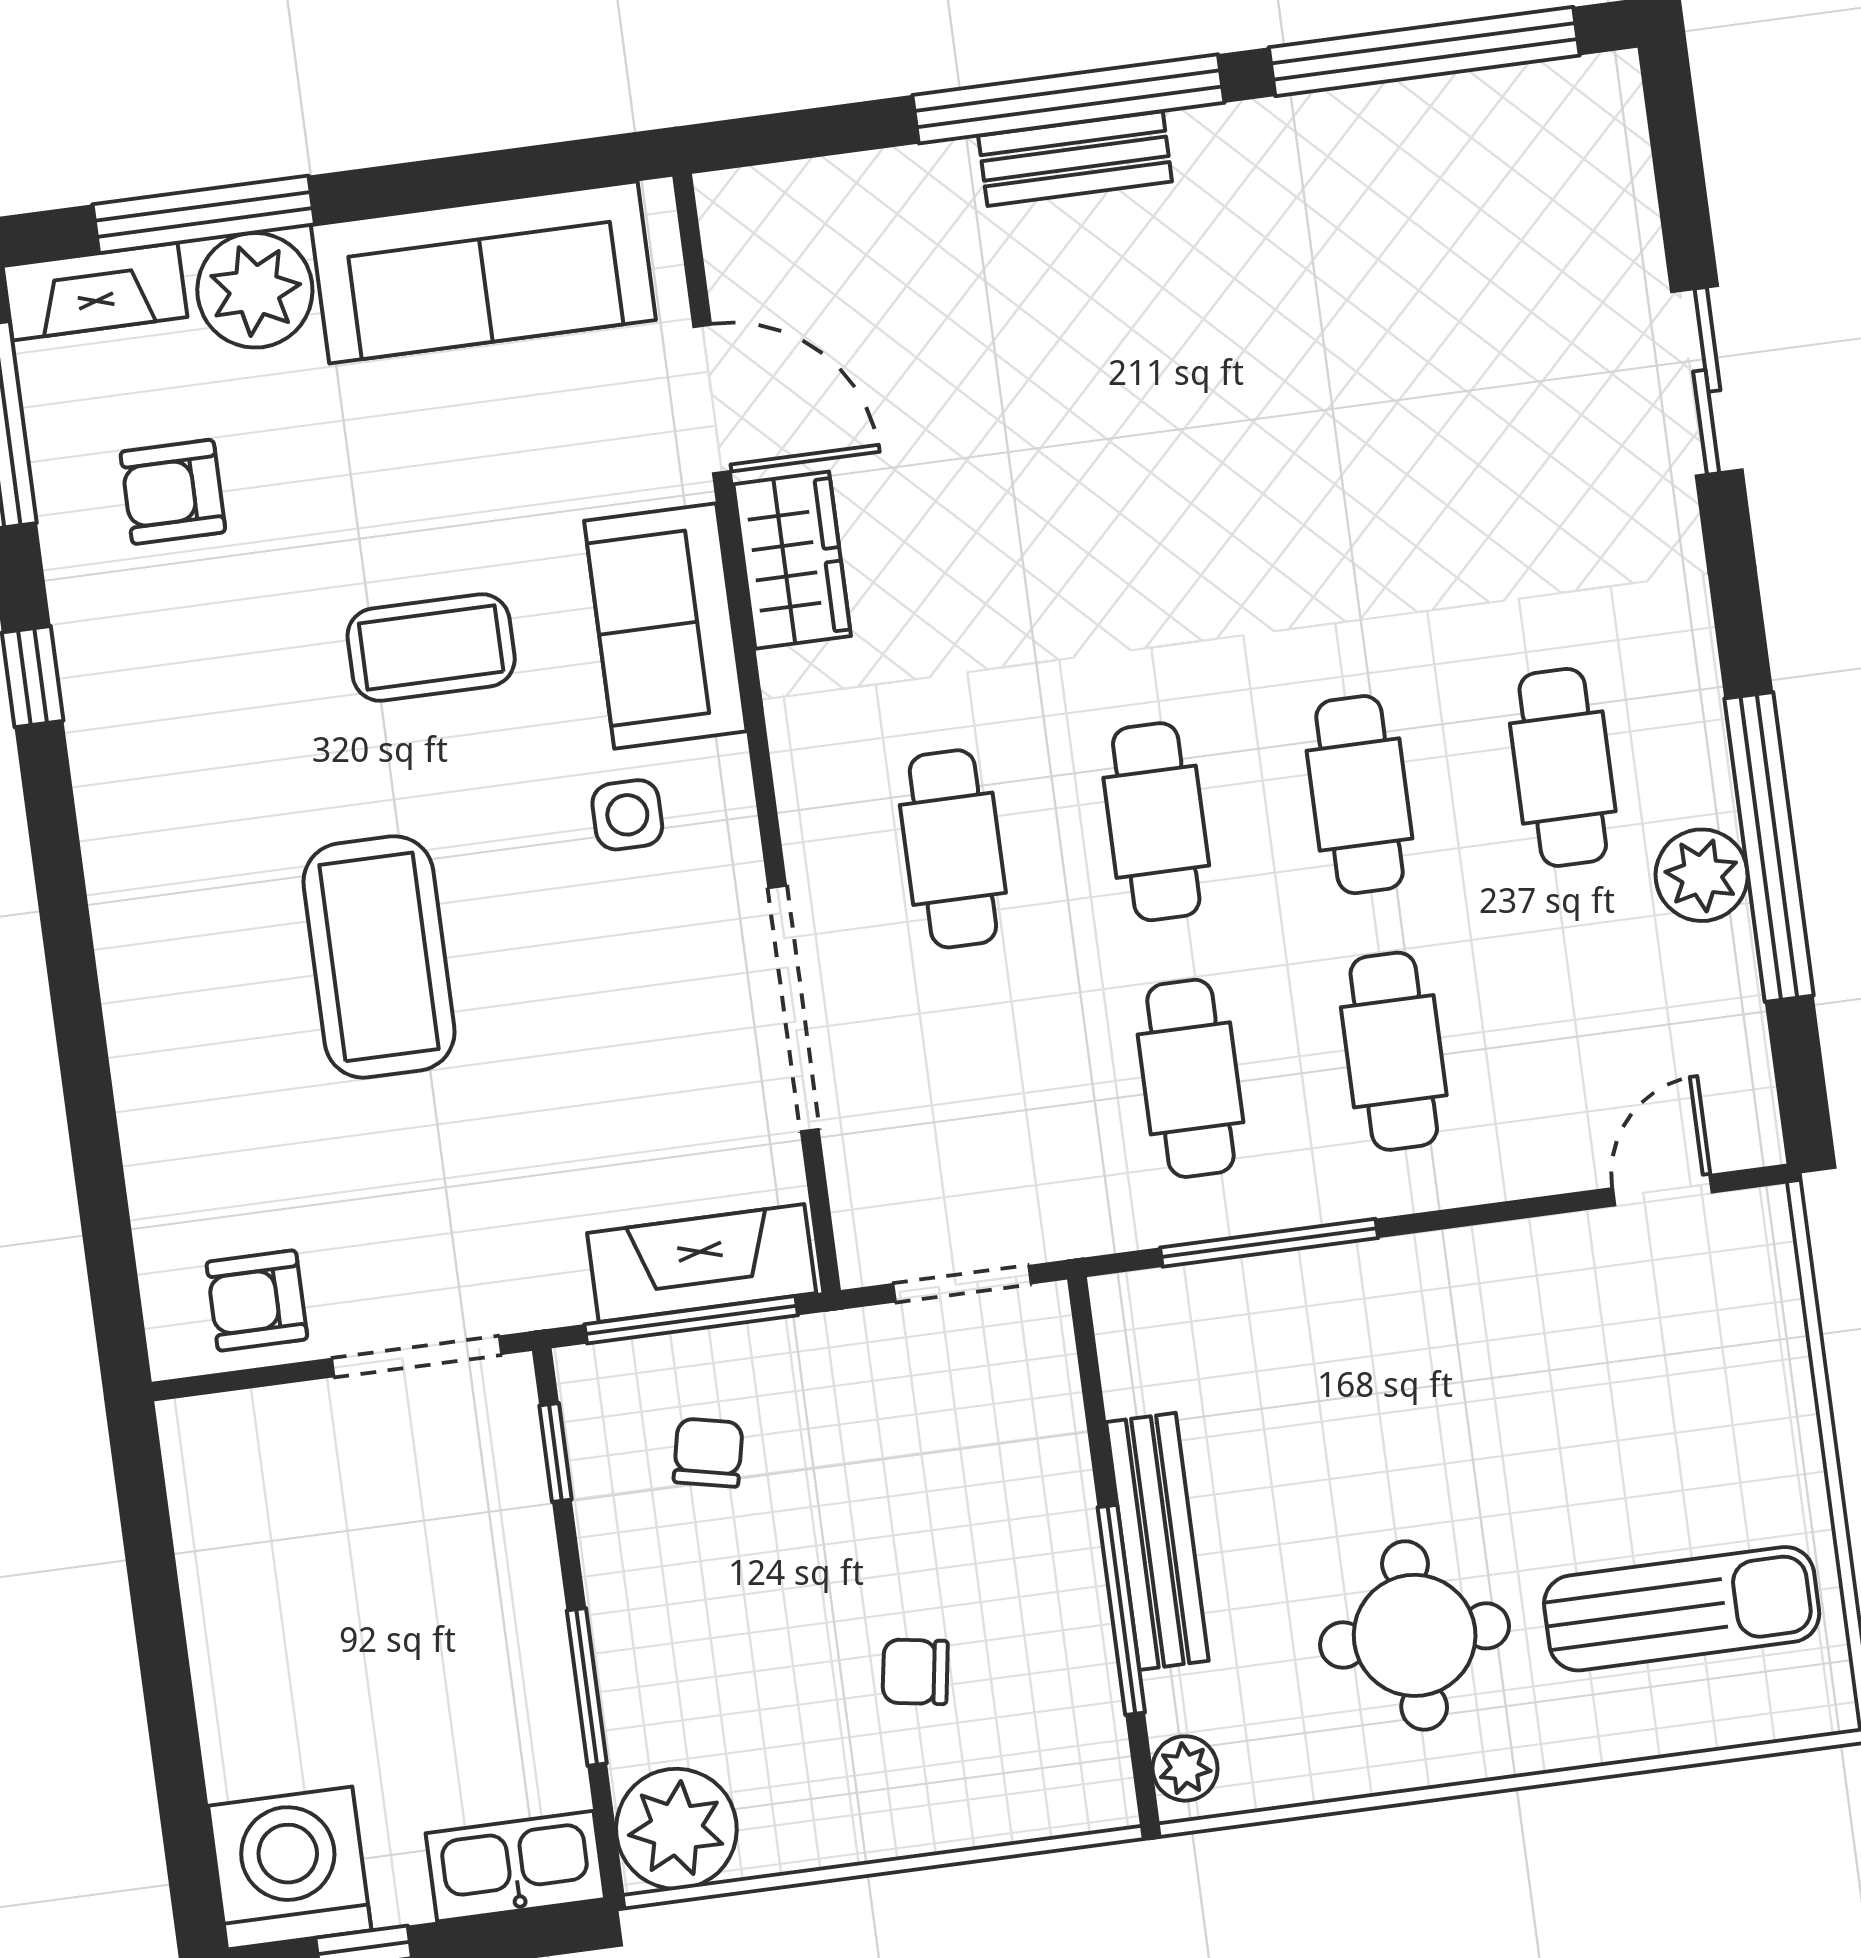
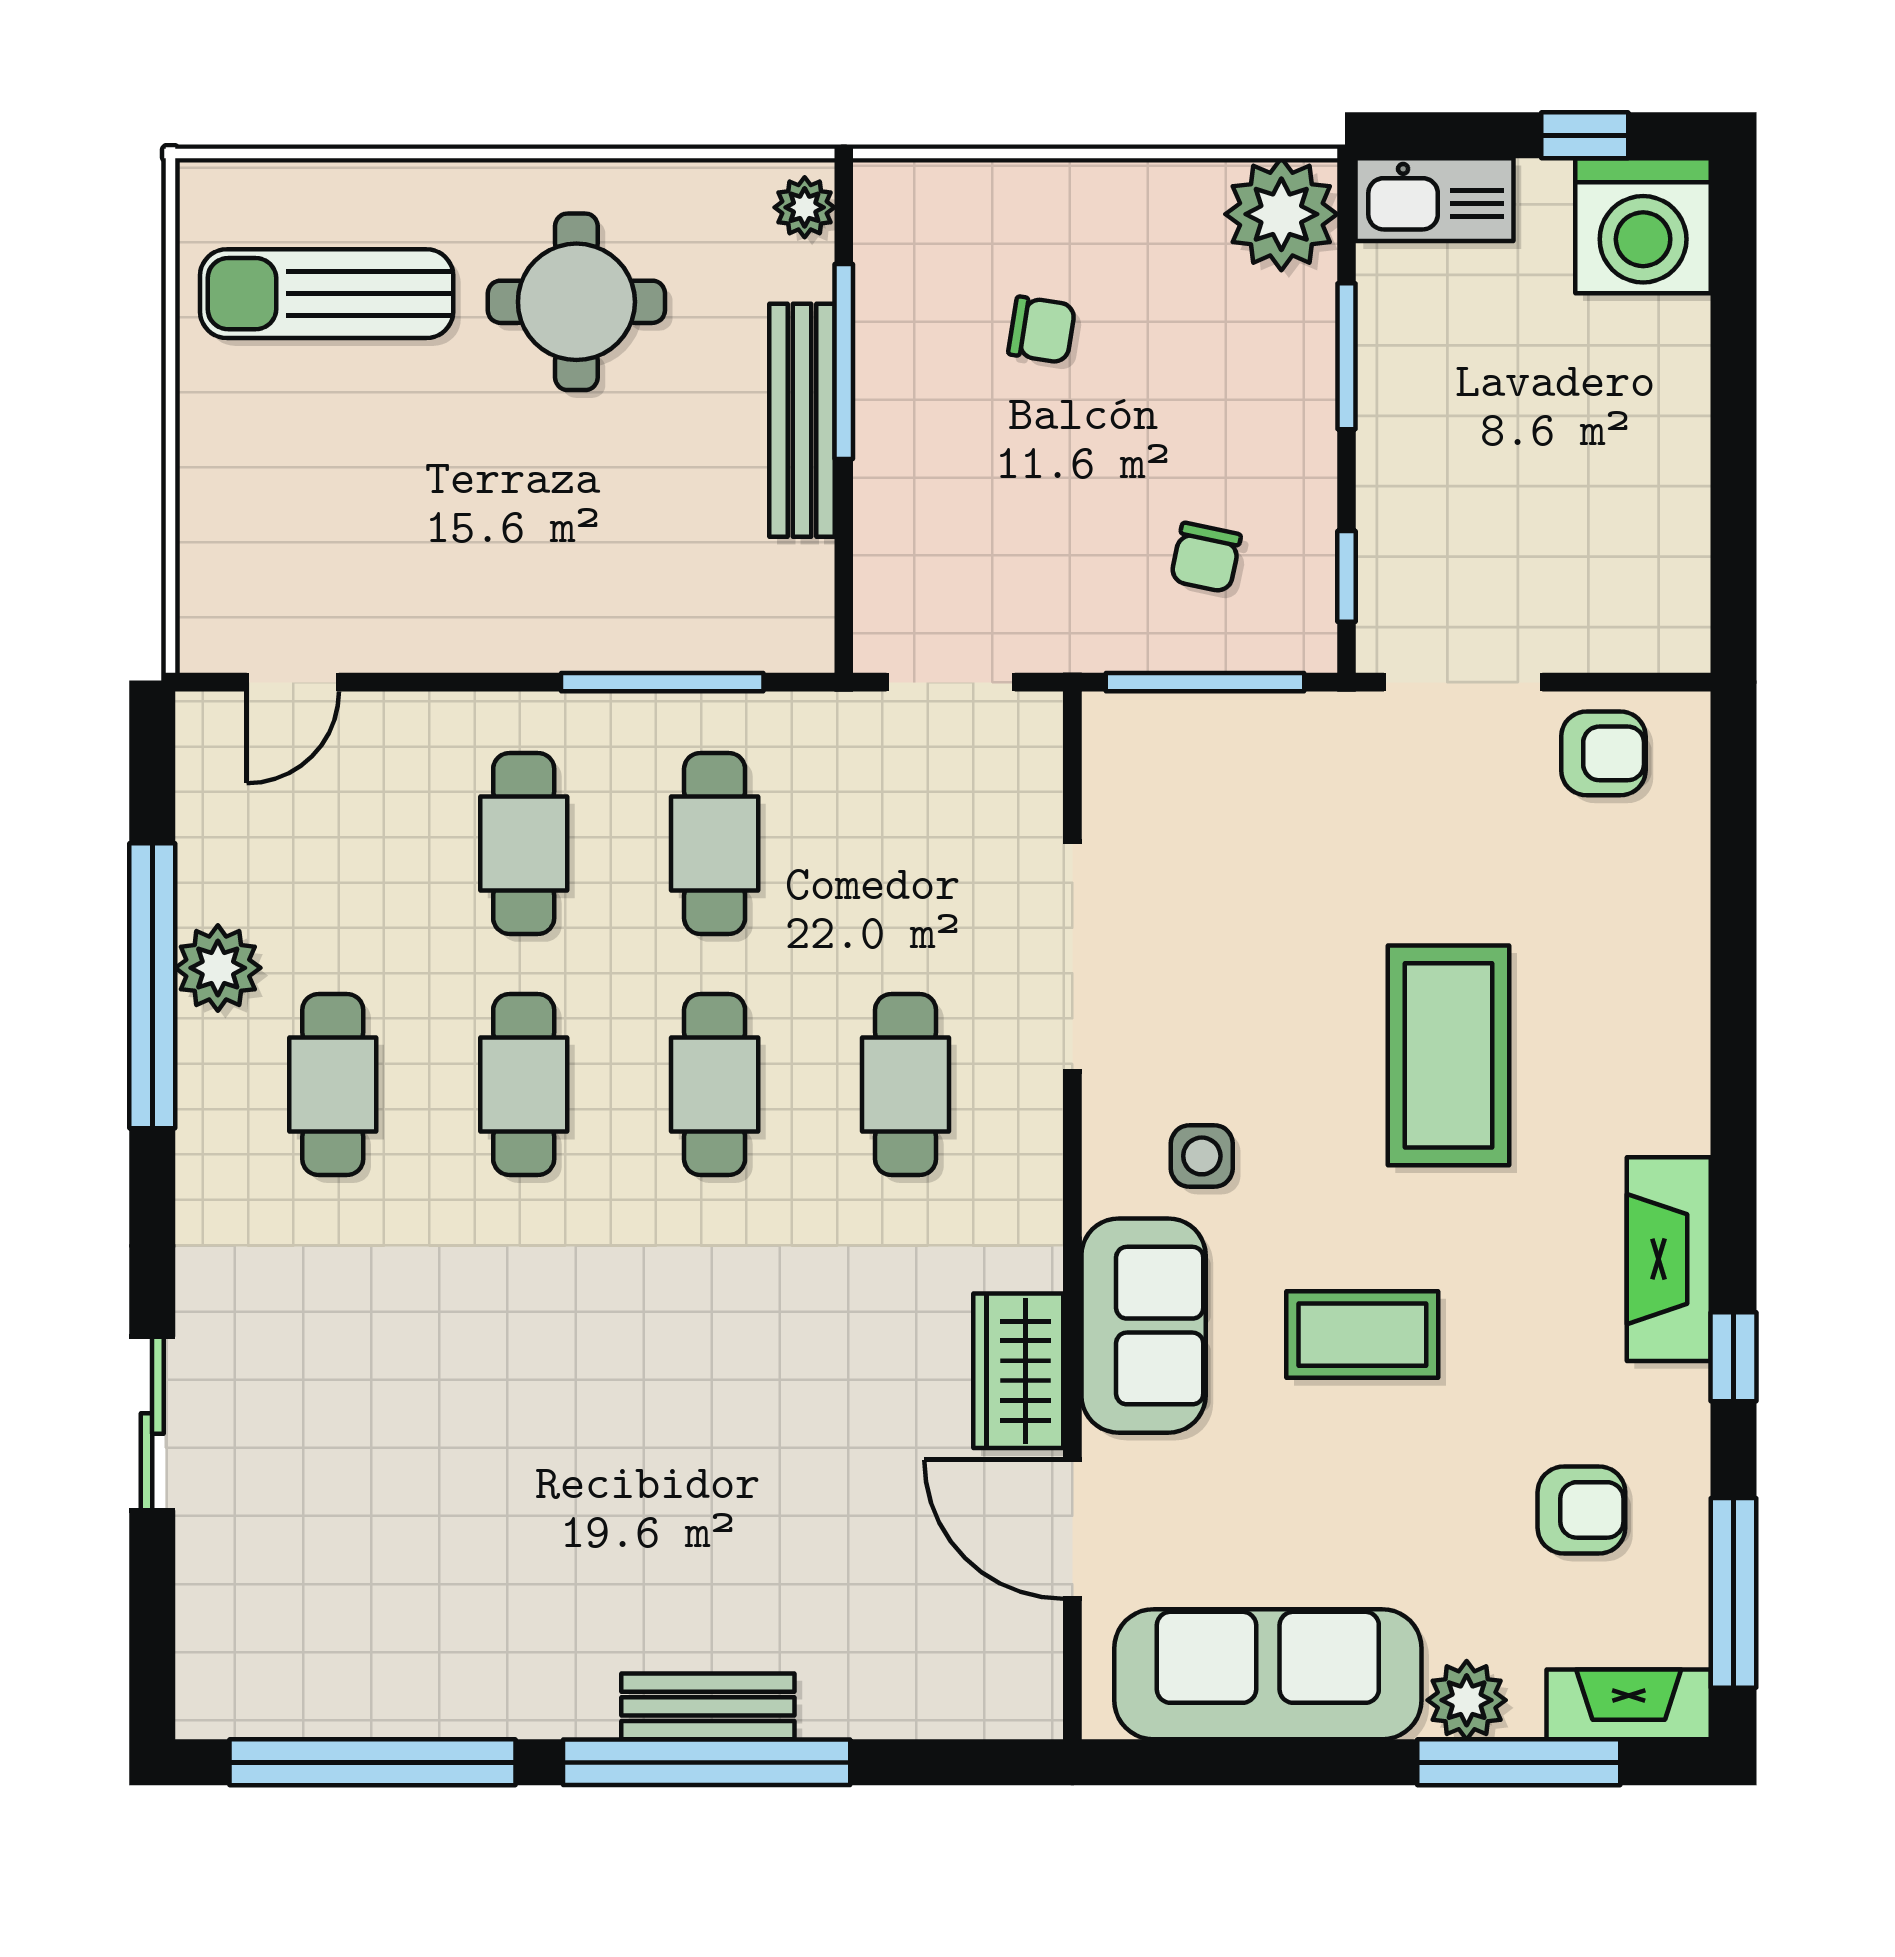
plant: (255, 290) -> (1467, 1700), width x0.73, depth x0.73
fireplace: (702, 1263) -> (1669, 1259), moved, turned 90

